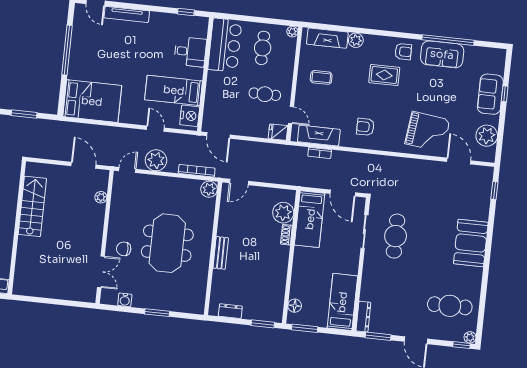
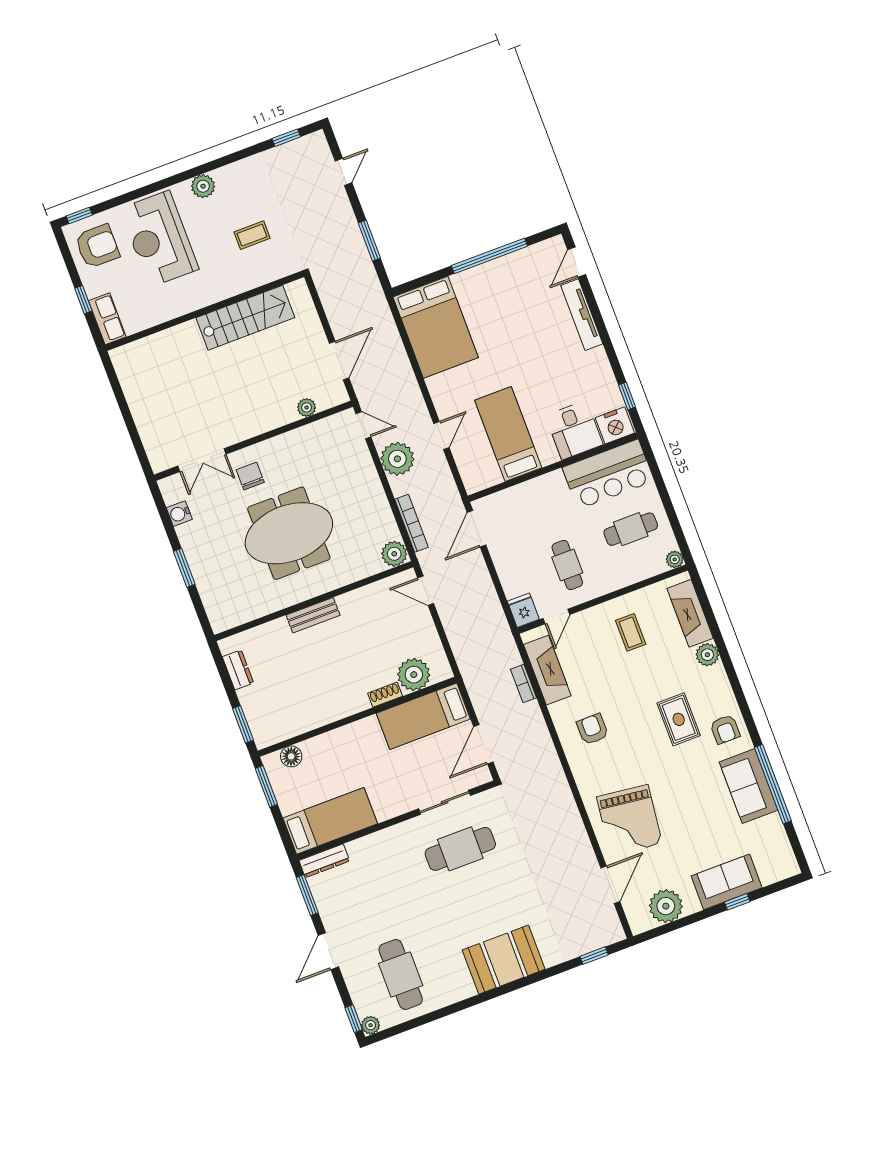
nightstand: (190, 116) -> (615, 425), moved

